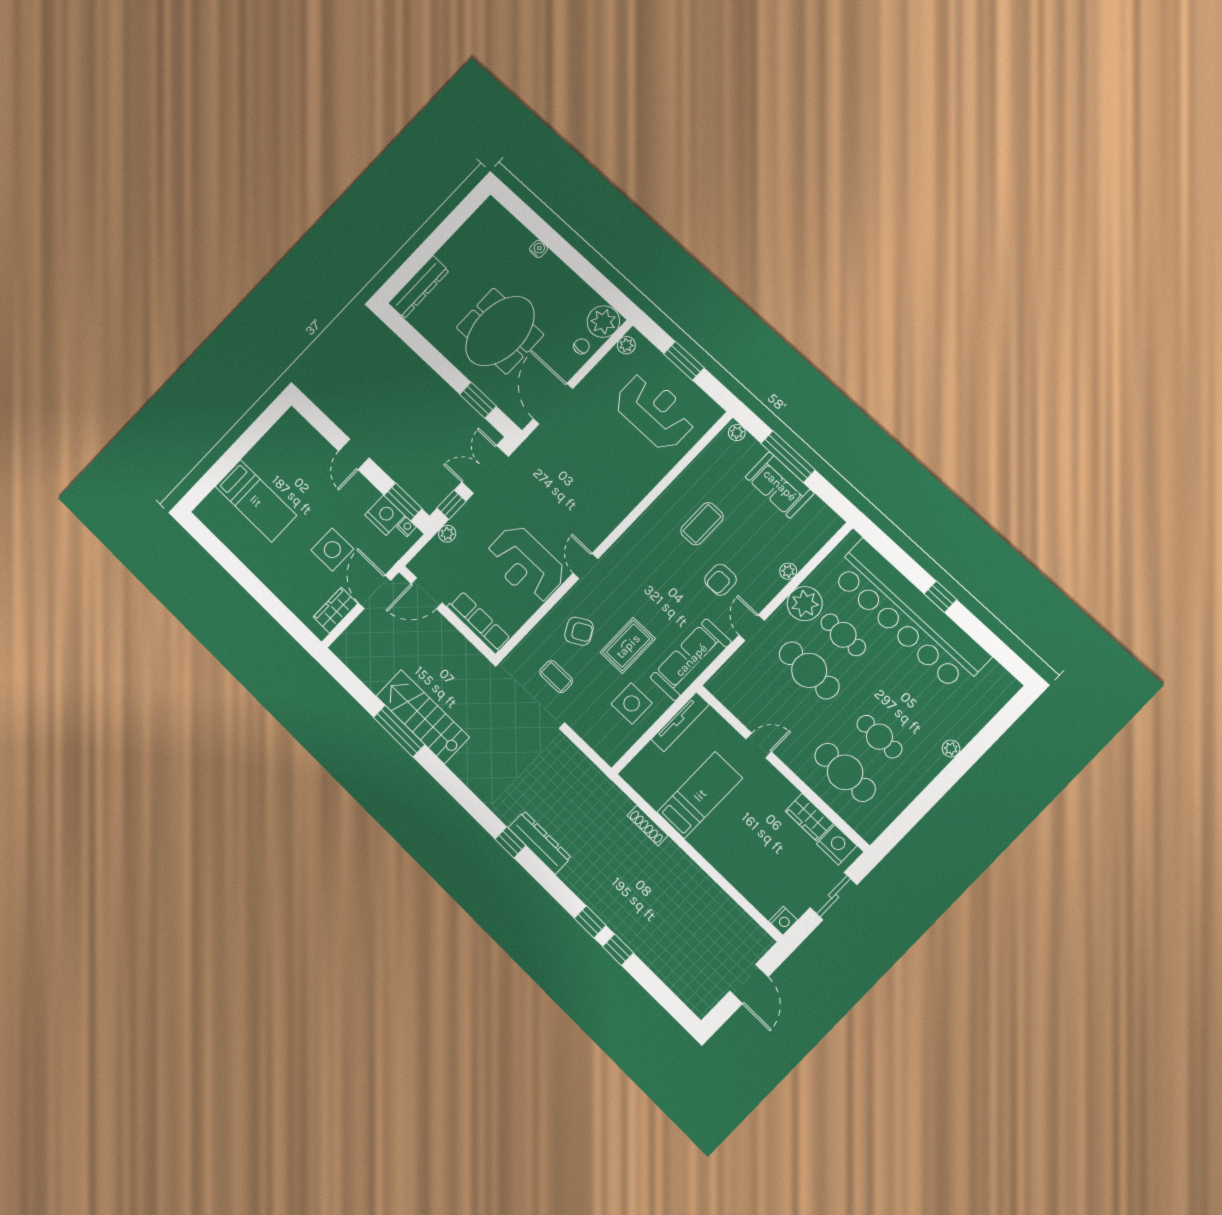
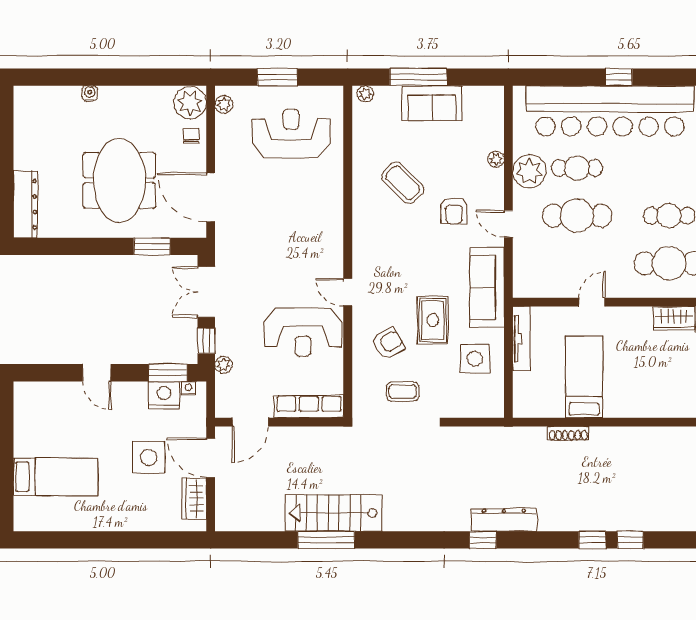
coffee table: (702, 524) -> (403, 183), turned -46

